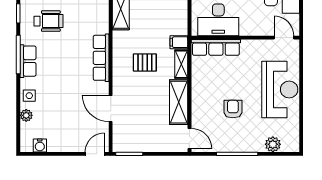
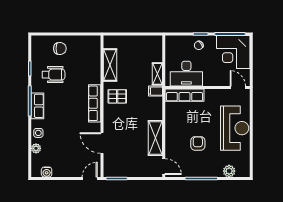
pallet: (145, 63) -> (117, 96), moved
shelving: (181, 64) -> (157, 74), moved

